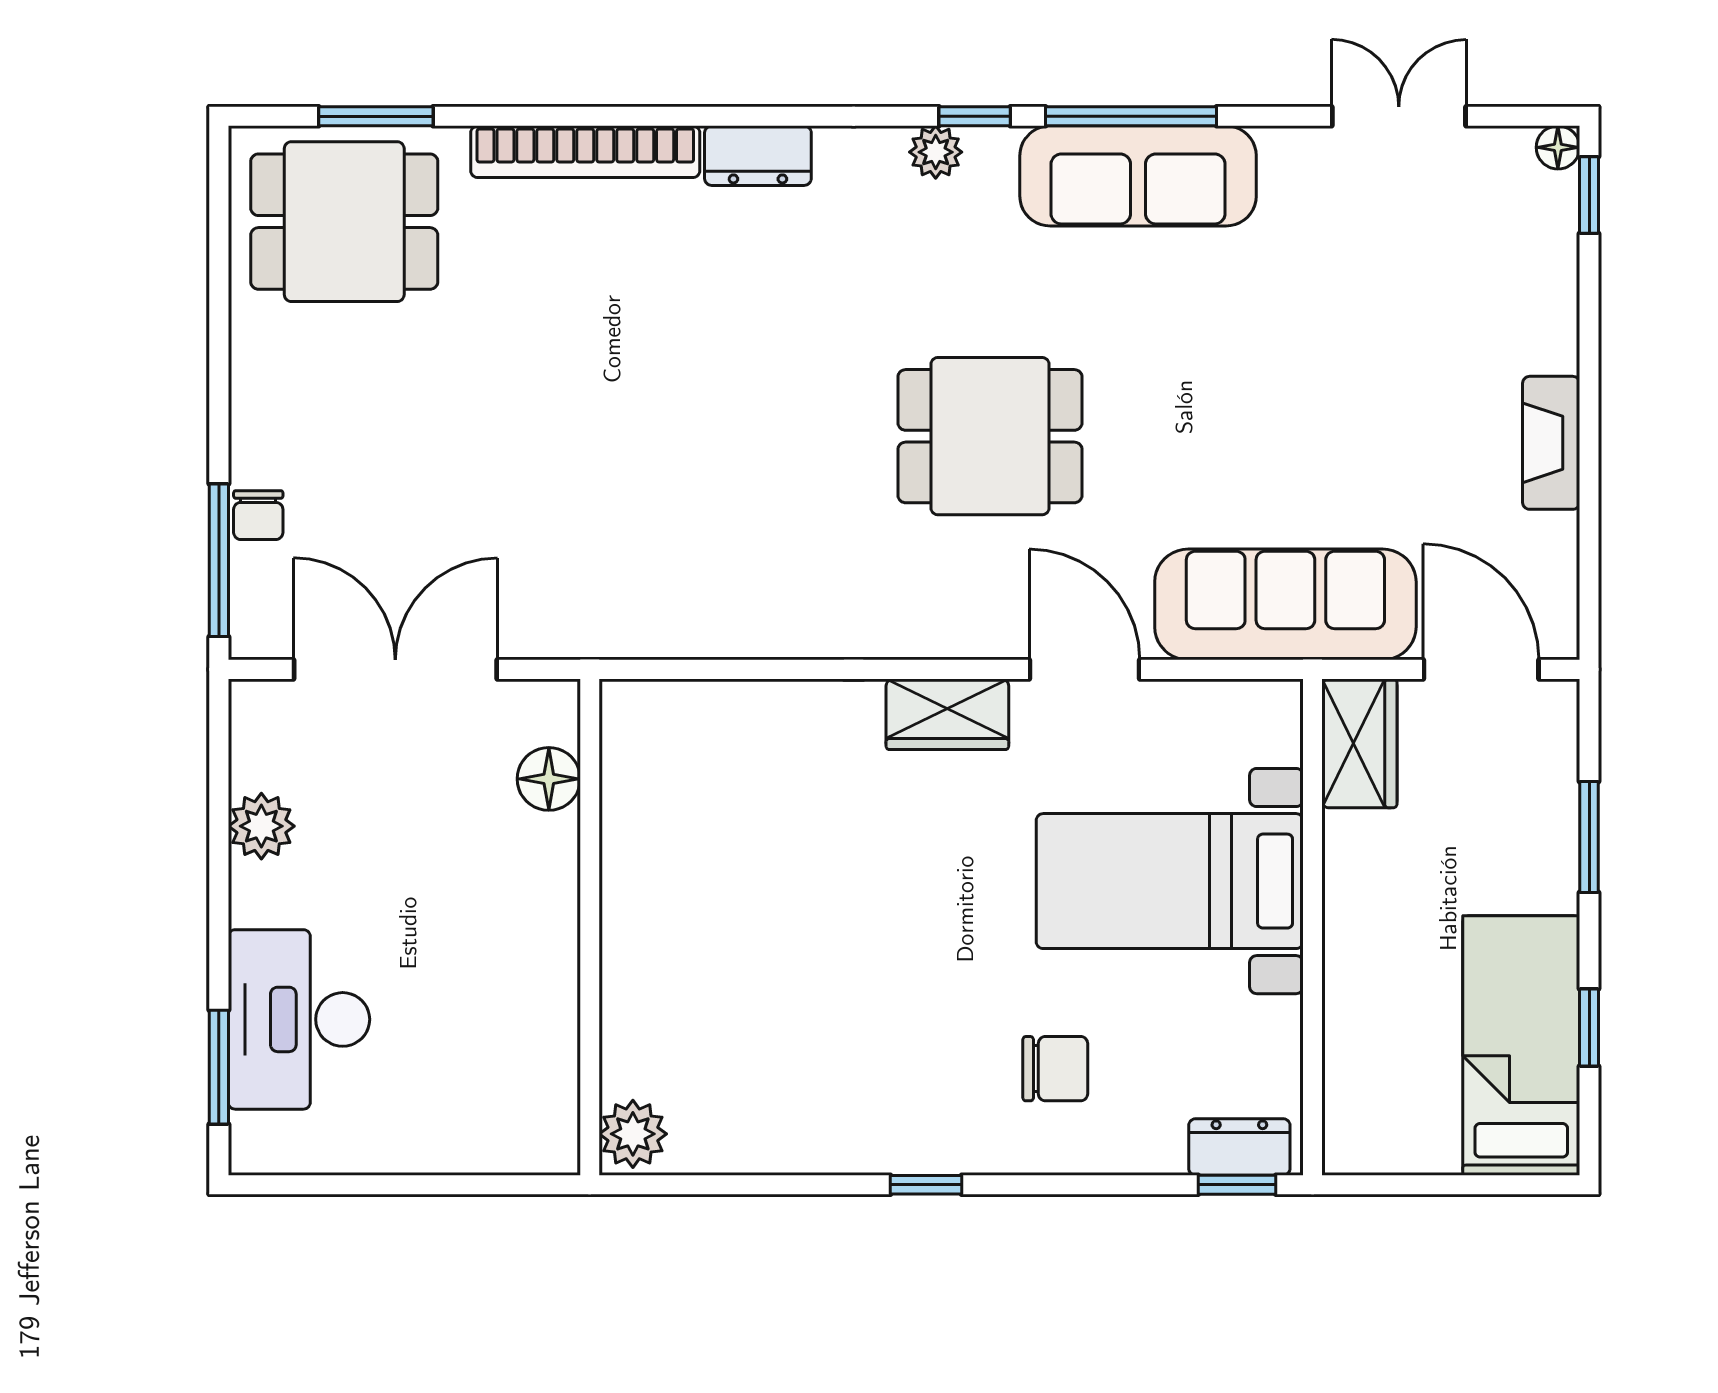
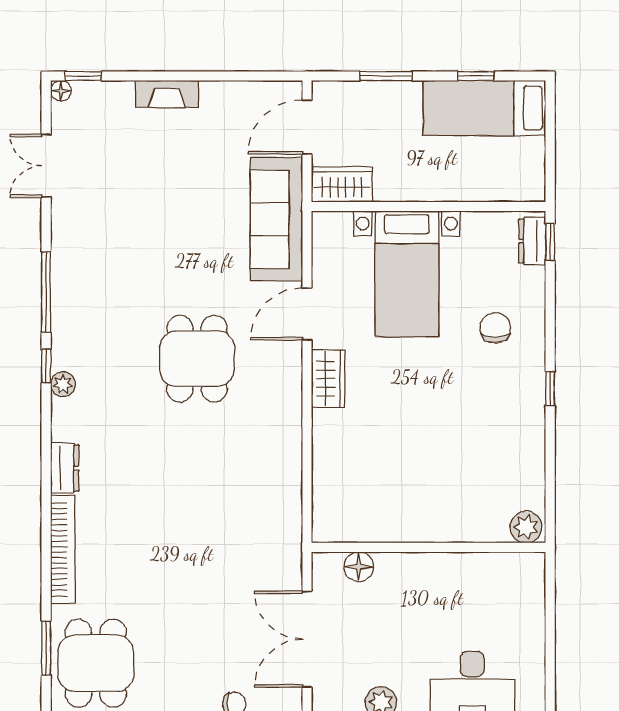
sofa: (1138, 176) -> (74, 289), removed
fireplace: (1551, 443) -> (167, 94), moved

